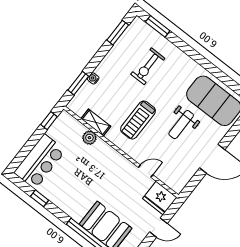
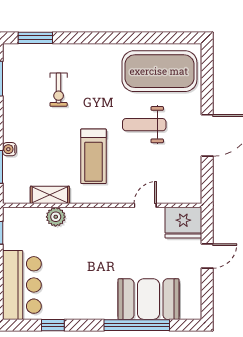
exercise bike: (148, 66) -> (59, 90), width x0.73, depth x0.72
weight bench: (181, 125) -> (144, 125), turned 90

